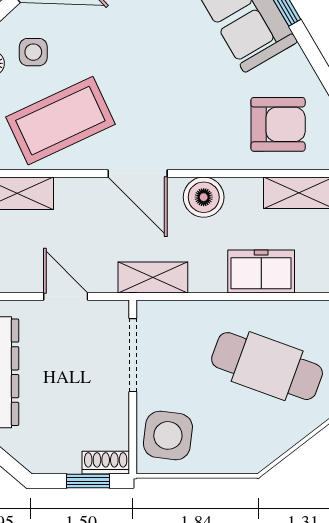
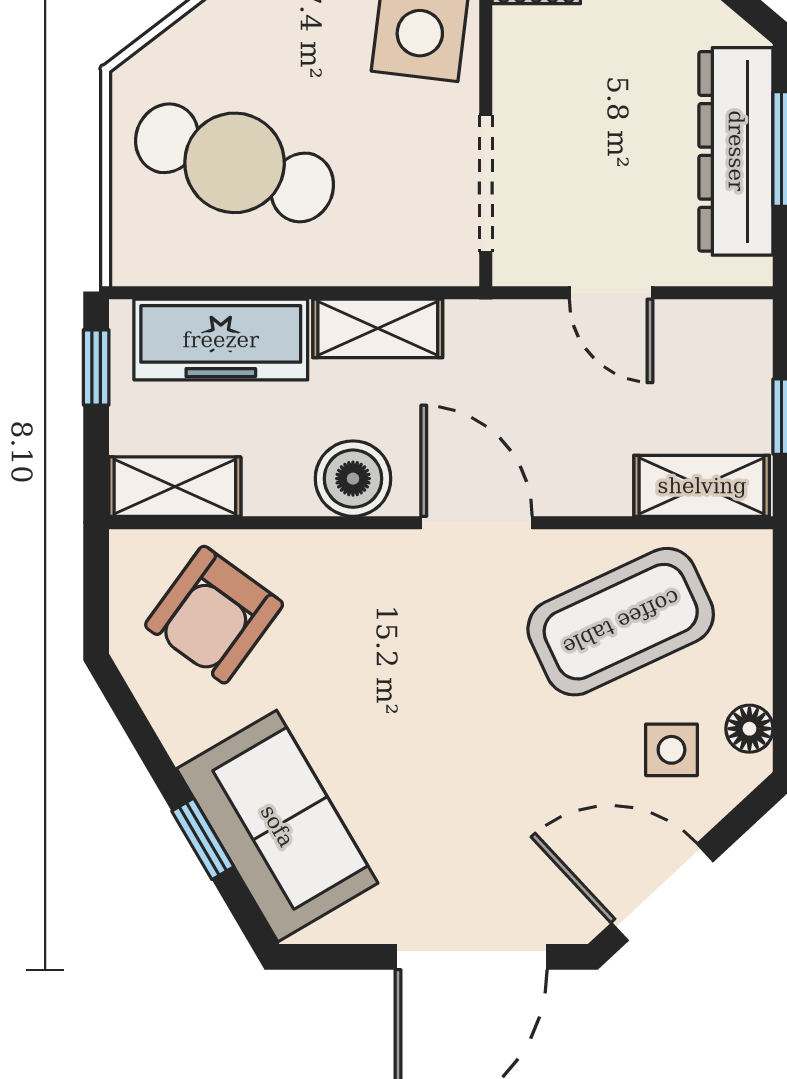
armchair: (278, 124) -> (214, 615), turned -54
freezer: (261, 272) -> (221, 340), width x1.40
shelving: (153, 277) -> (378, 328), moved

